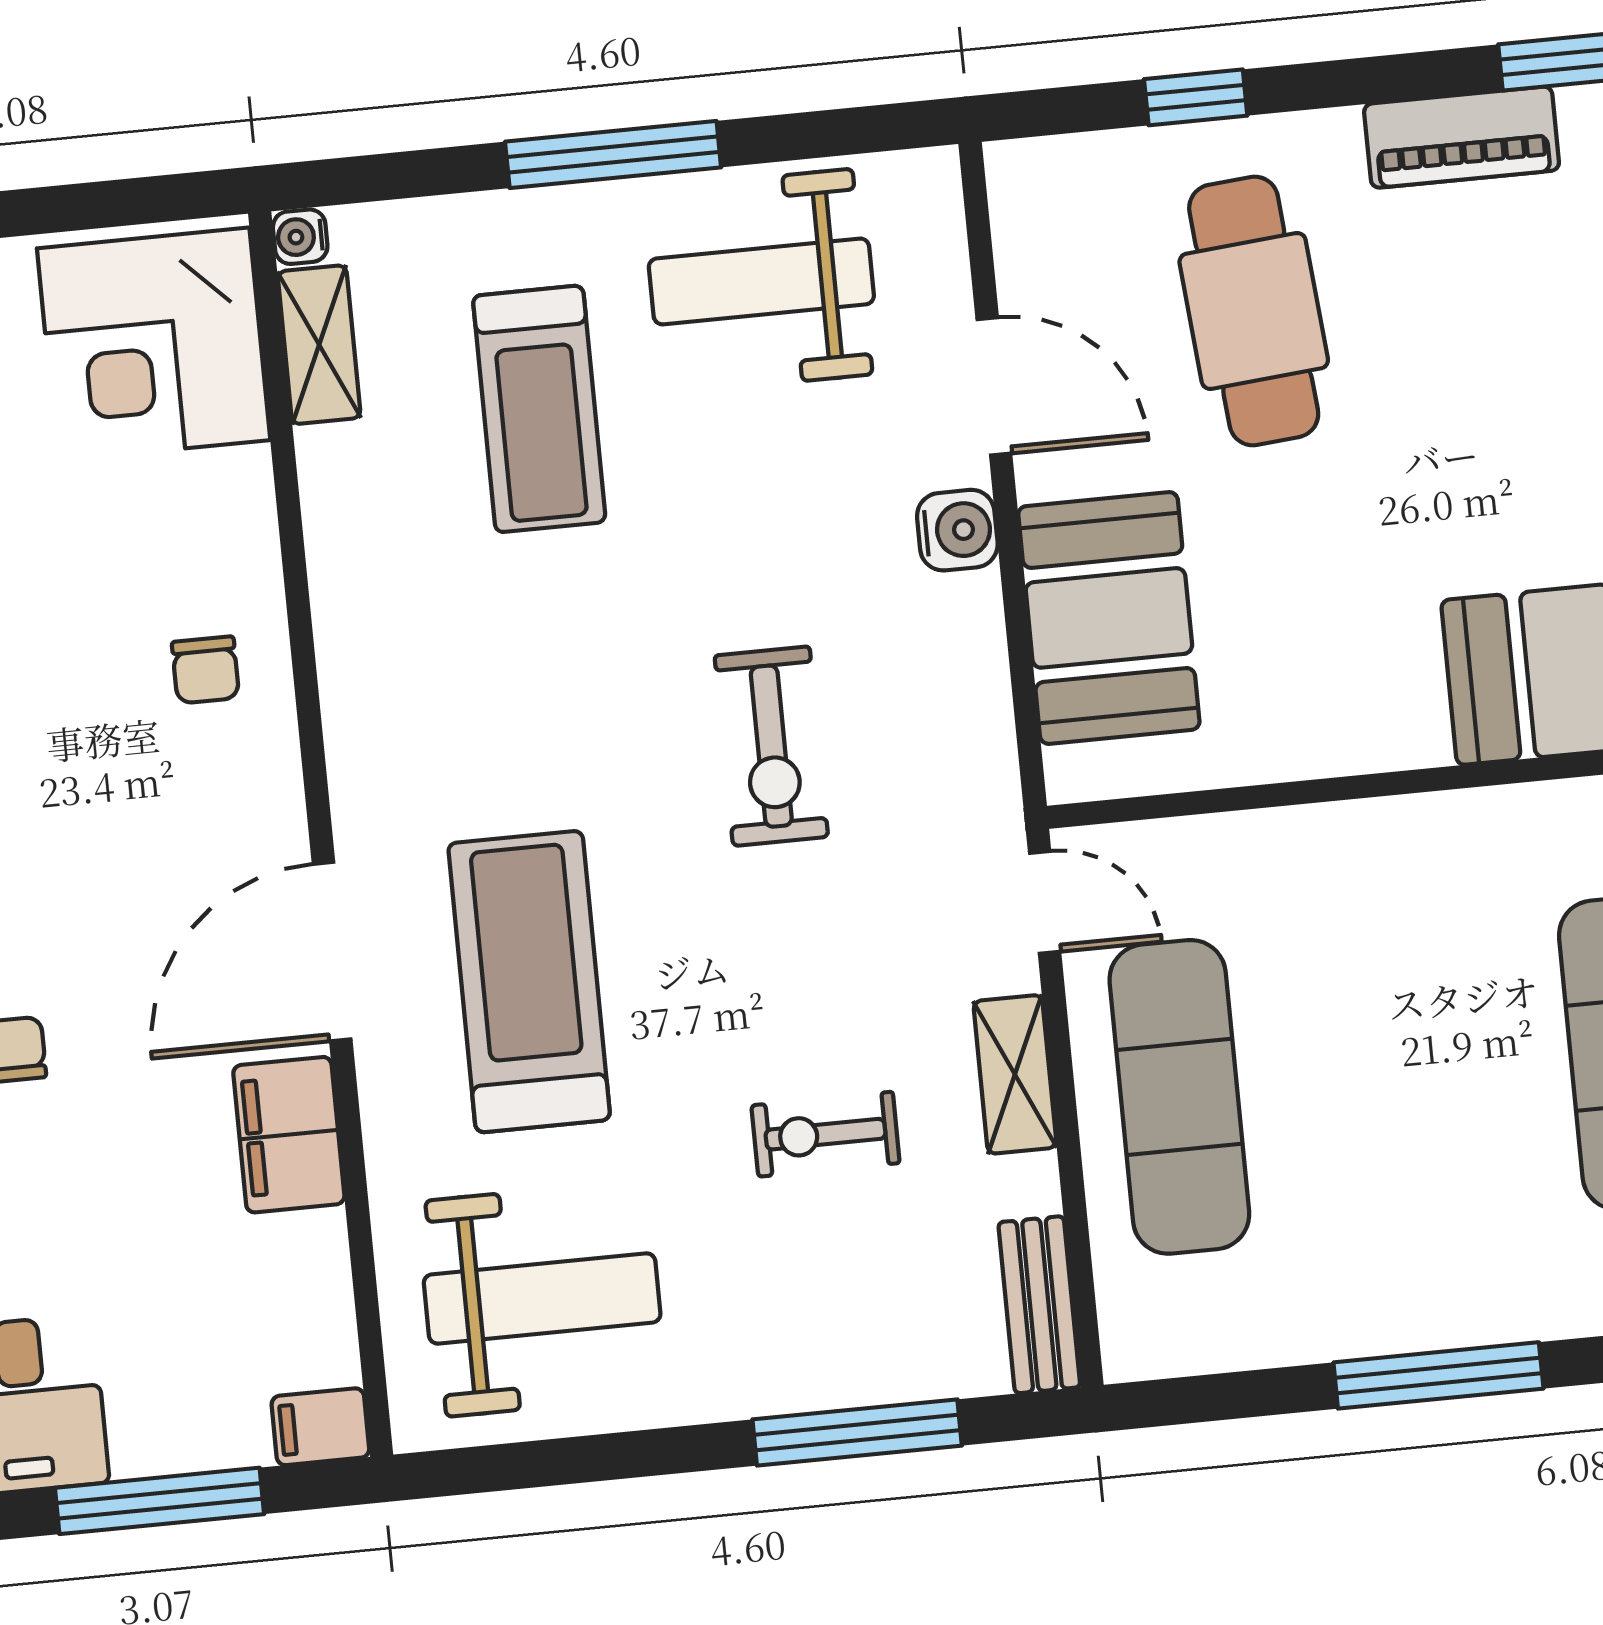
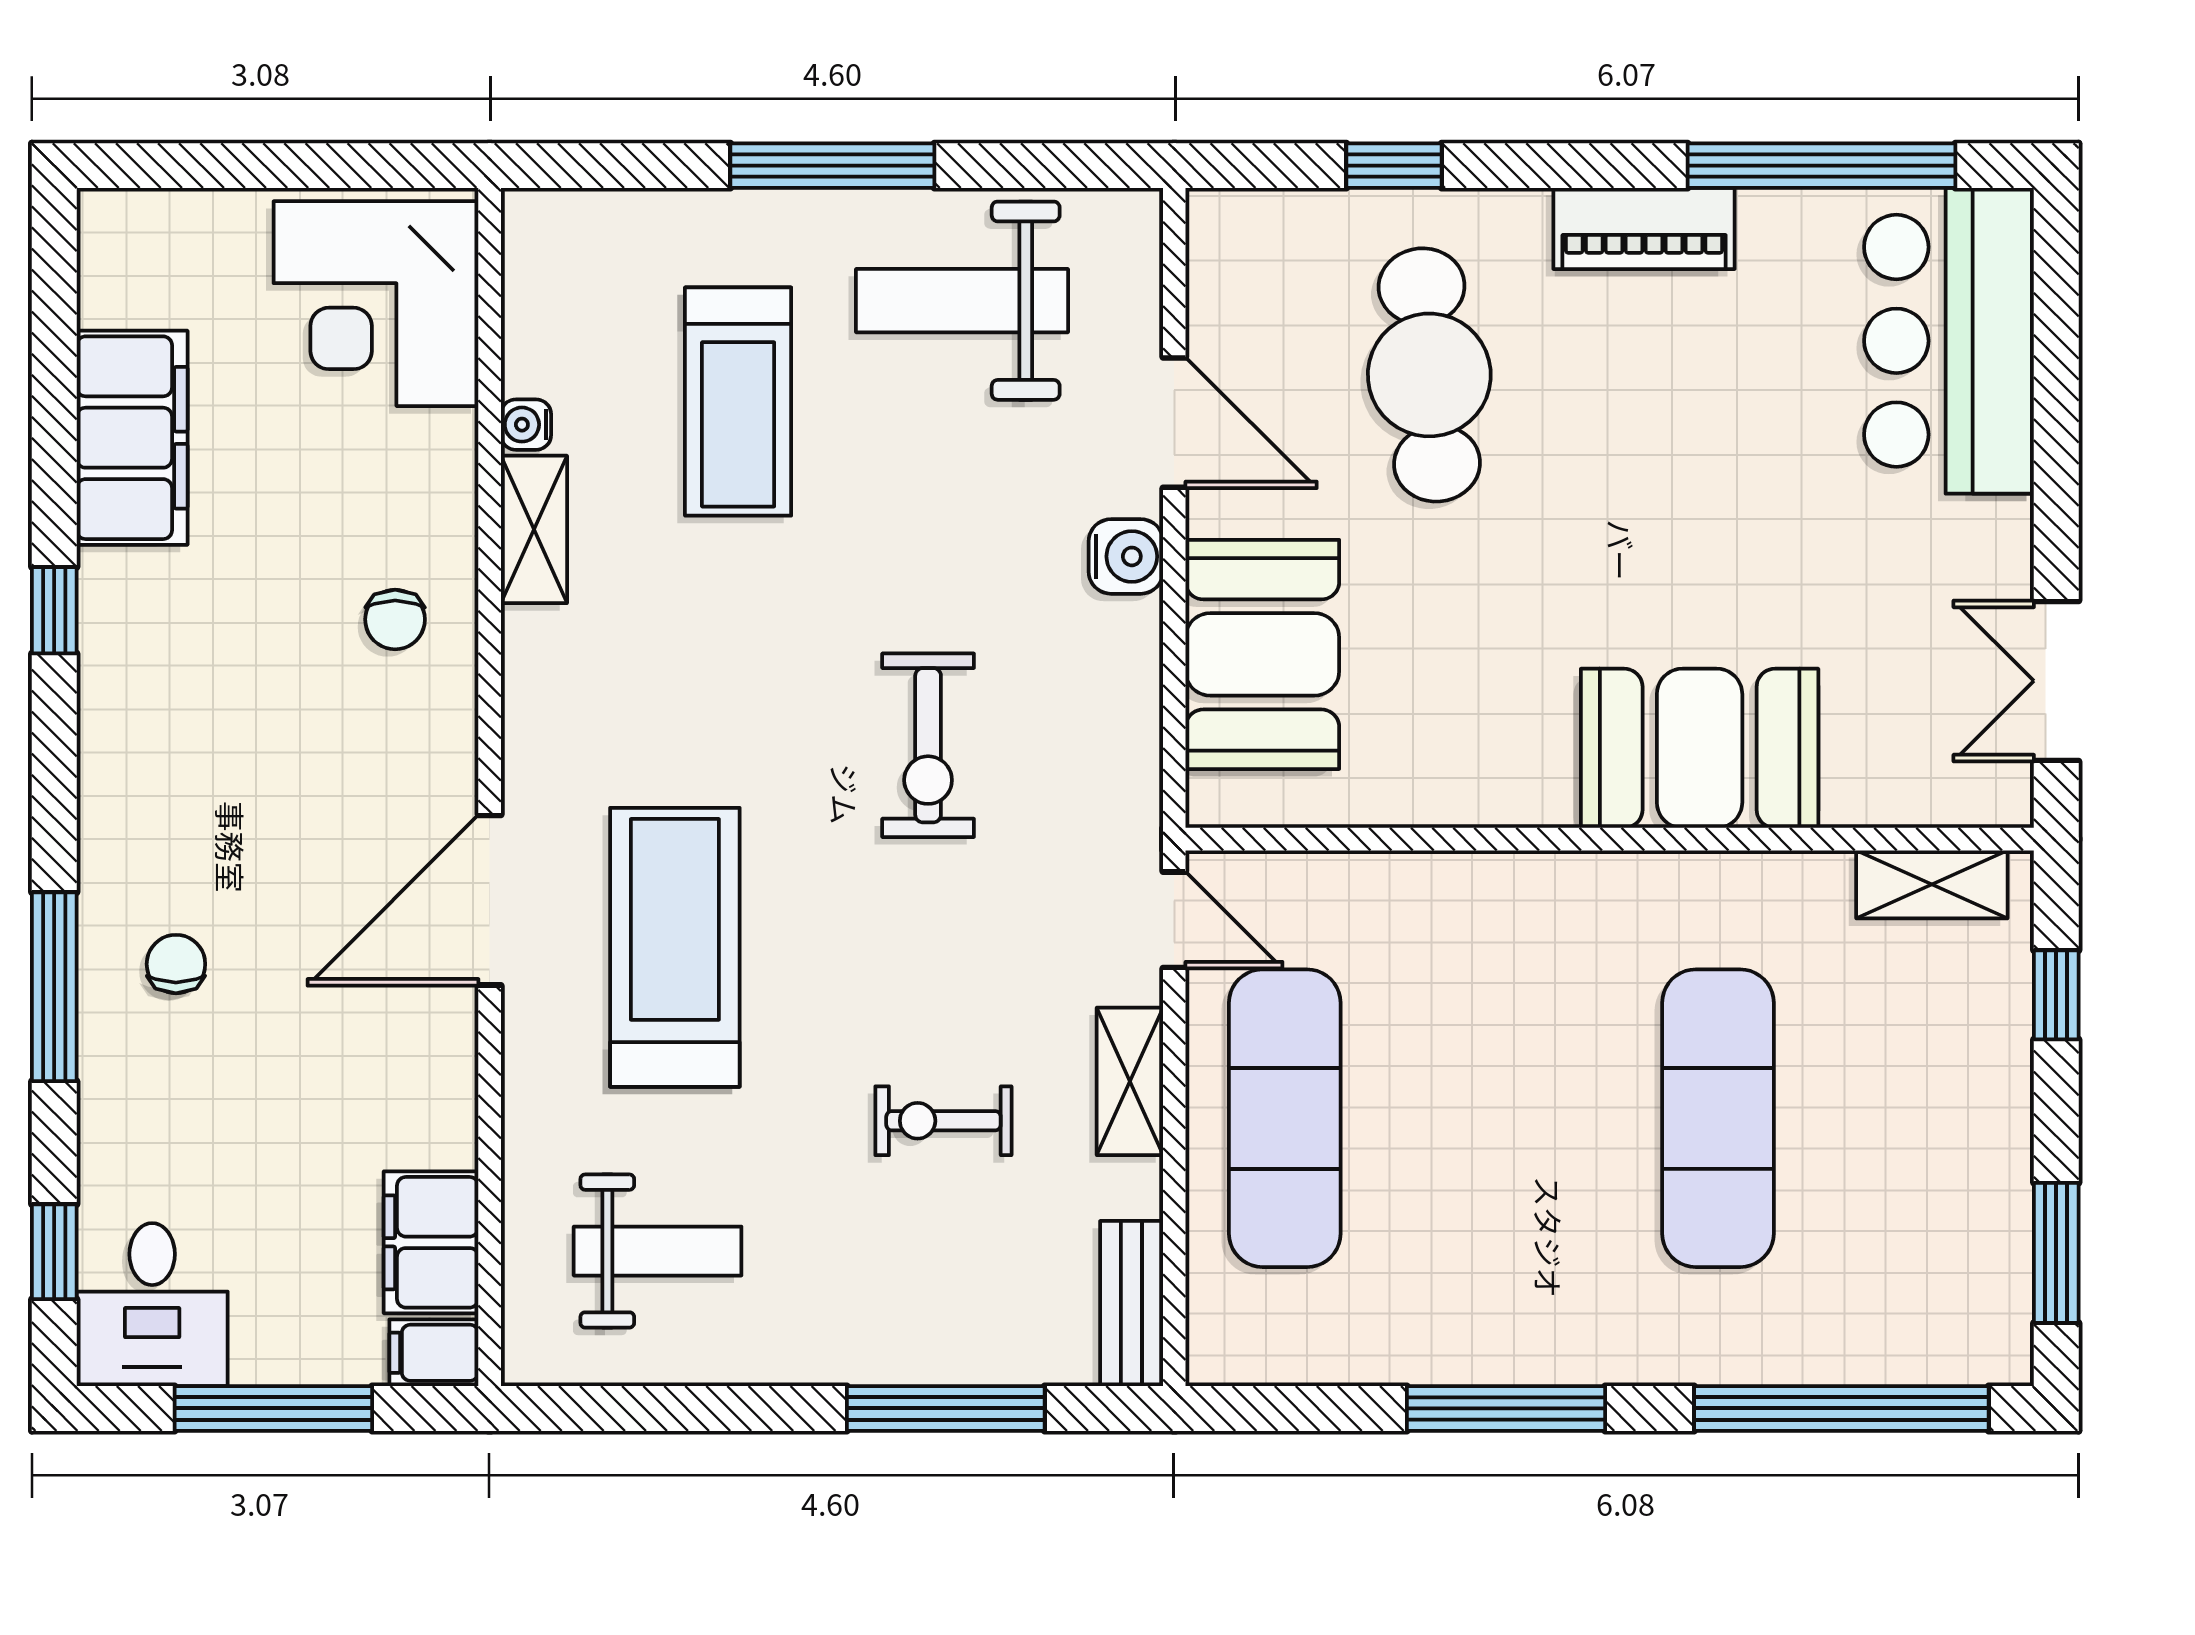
water cooler: (300, 237) -> (526, 425), moved
shelving: (319, 345) -> (534, 529), moved
filing cabinet: (289, 1135) -> (431, 1242), moved
weight bench: (542, 1298) -> (658, 1251), width x0.73, depth x0.75

